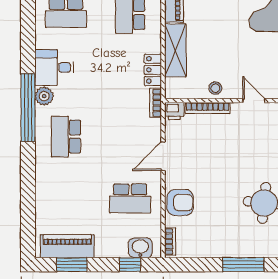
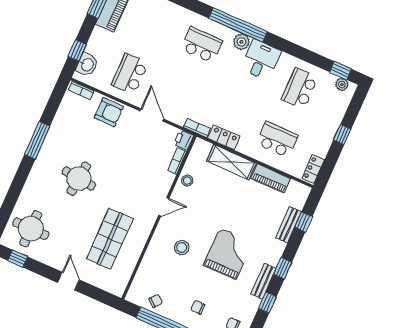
bookcase: (208, 108) -> (177, 161), width x0.64
armchair: (180, 203) -> (109, 112), turned -90

